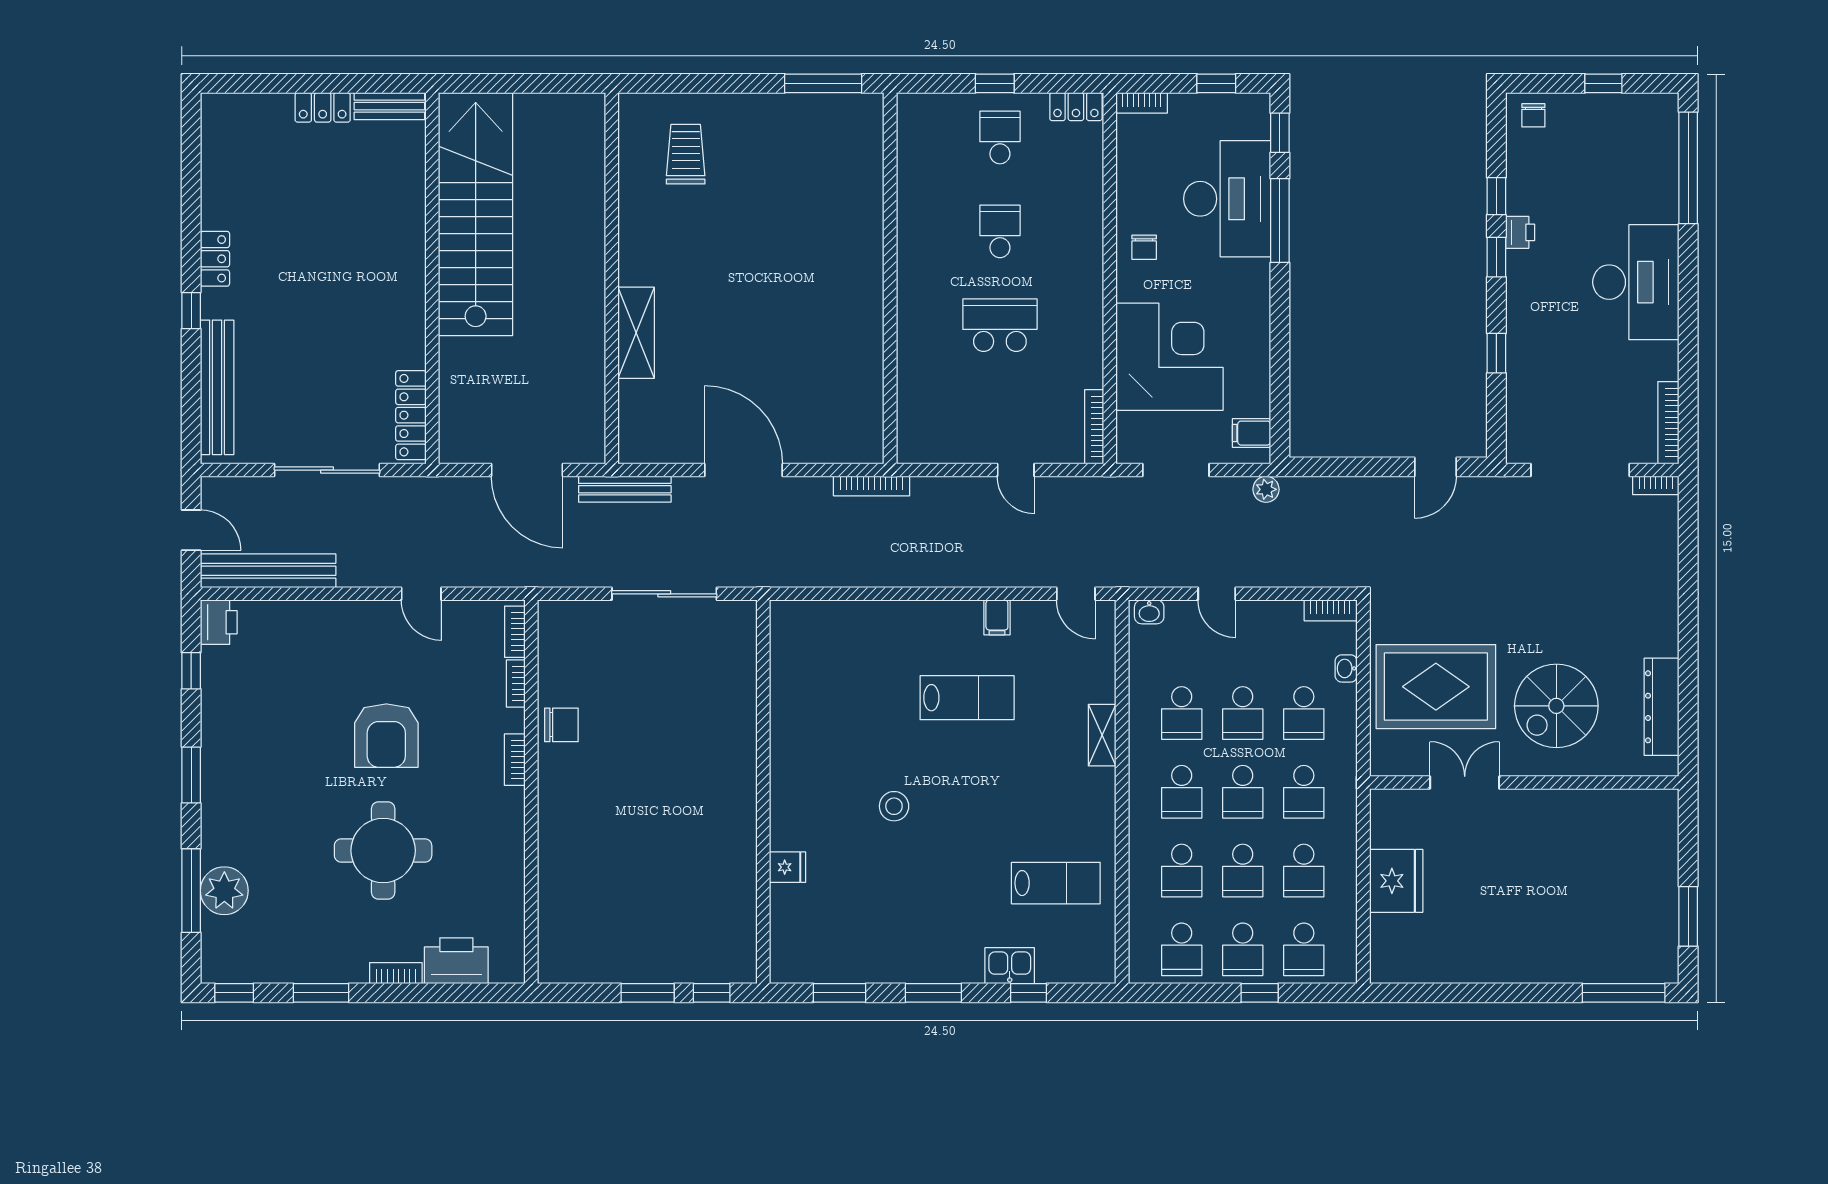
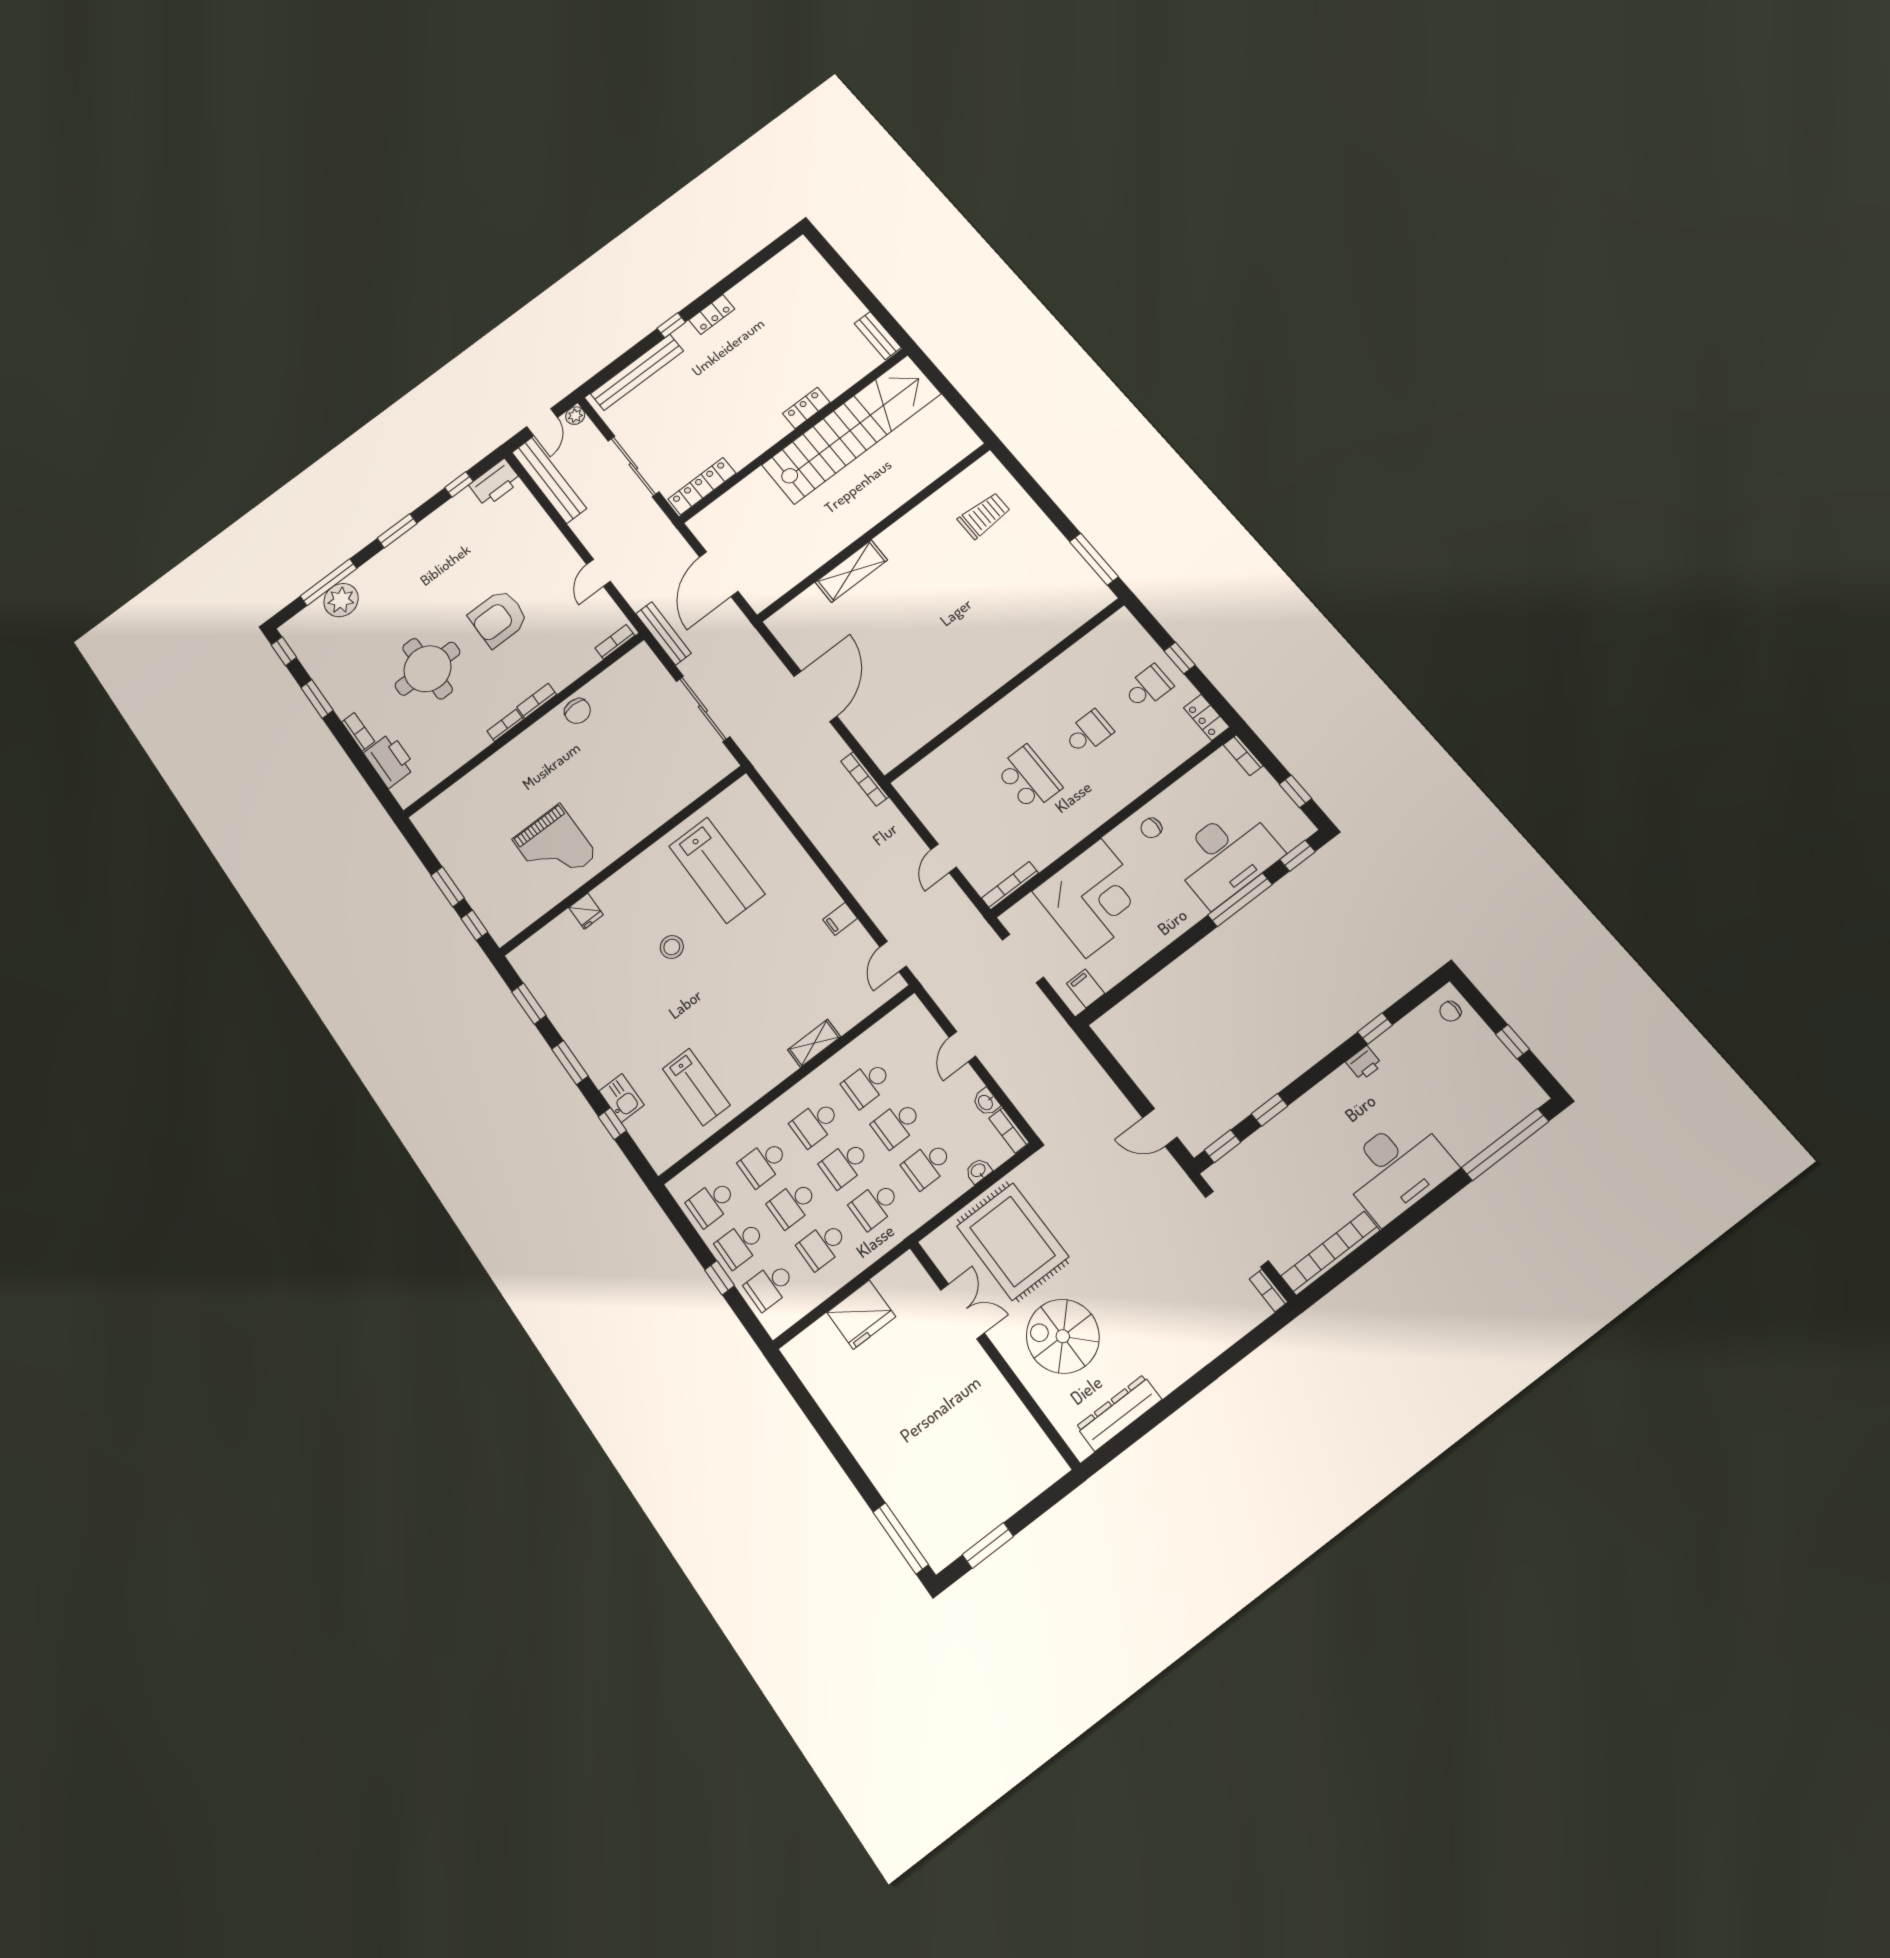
locker: (323, 107) -> (806, 408), moved, turned 90
window: (1496, 257) -> (1222, 1146), moved
bookcase: (1668, 423) -> (1330, 1253), width x1.48, depth x1.31
bench: (625, 489) -> (663, 633), moved
plant: (1266, 489) -> (575, 416), moved
washbasin: (1149, 612) -> (986, 1102), moved
printer: (219, 622) -> (495, 483), width x1.37, depth x1.19
bookcase: (516, 683) -> (505, 725), moved
lab bench: (967, 698) -> (717, 870), moved, width x1.36, depth x1.39
grand piano: (693, 852) -> (555, 847), added

